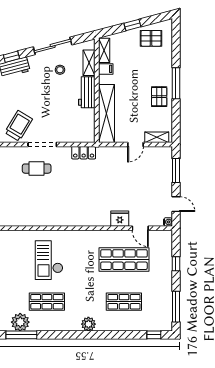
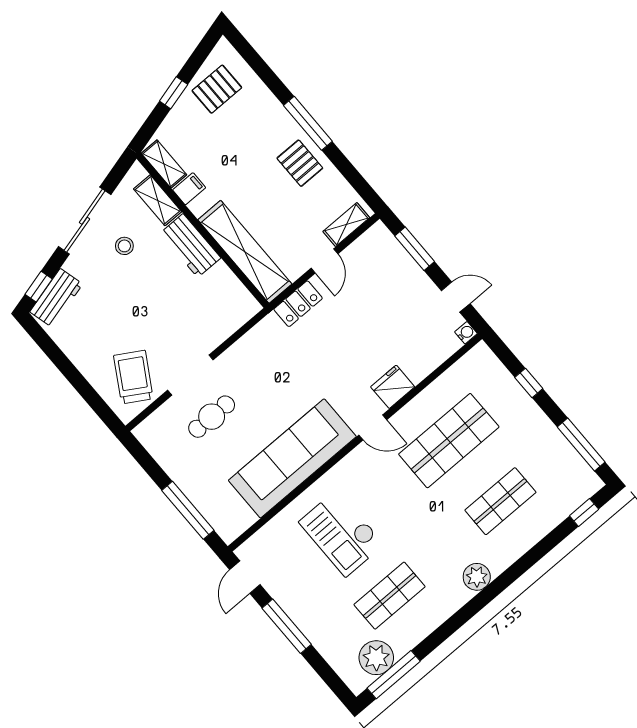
locker: (84, 153) -> (298, 304), moved
sofa: (55, 213) -> (292, 458), added
door: (140, 228) -> (373, 427), moved

